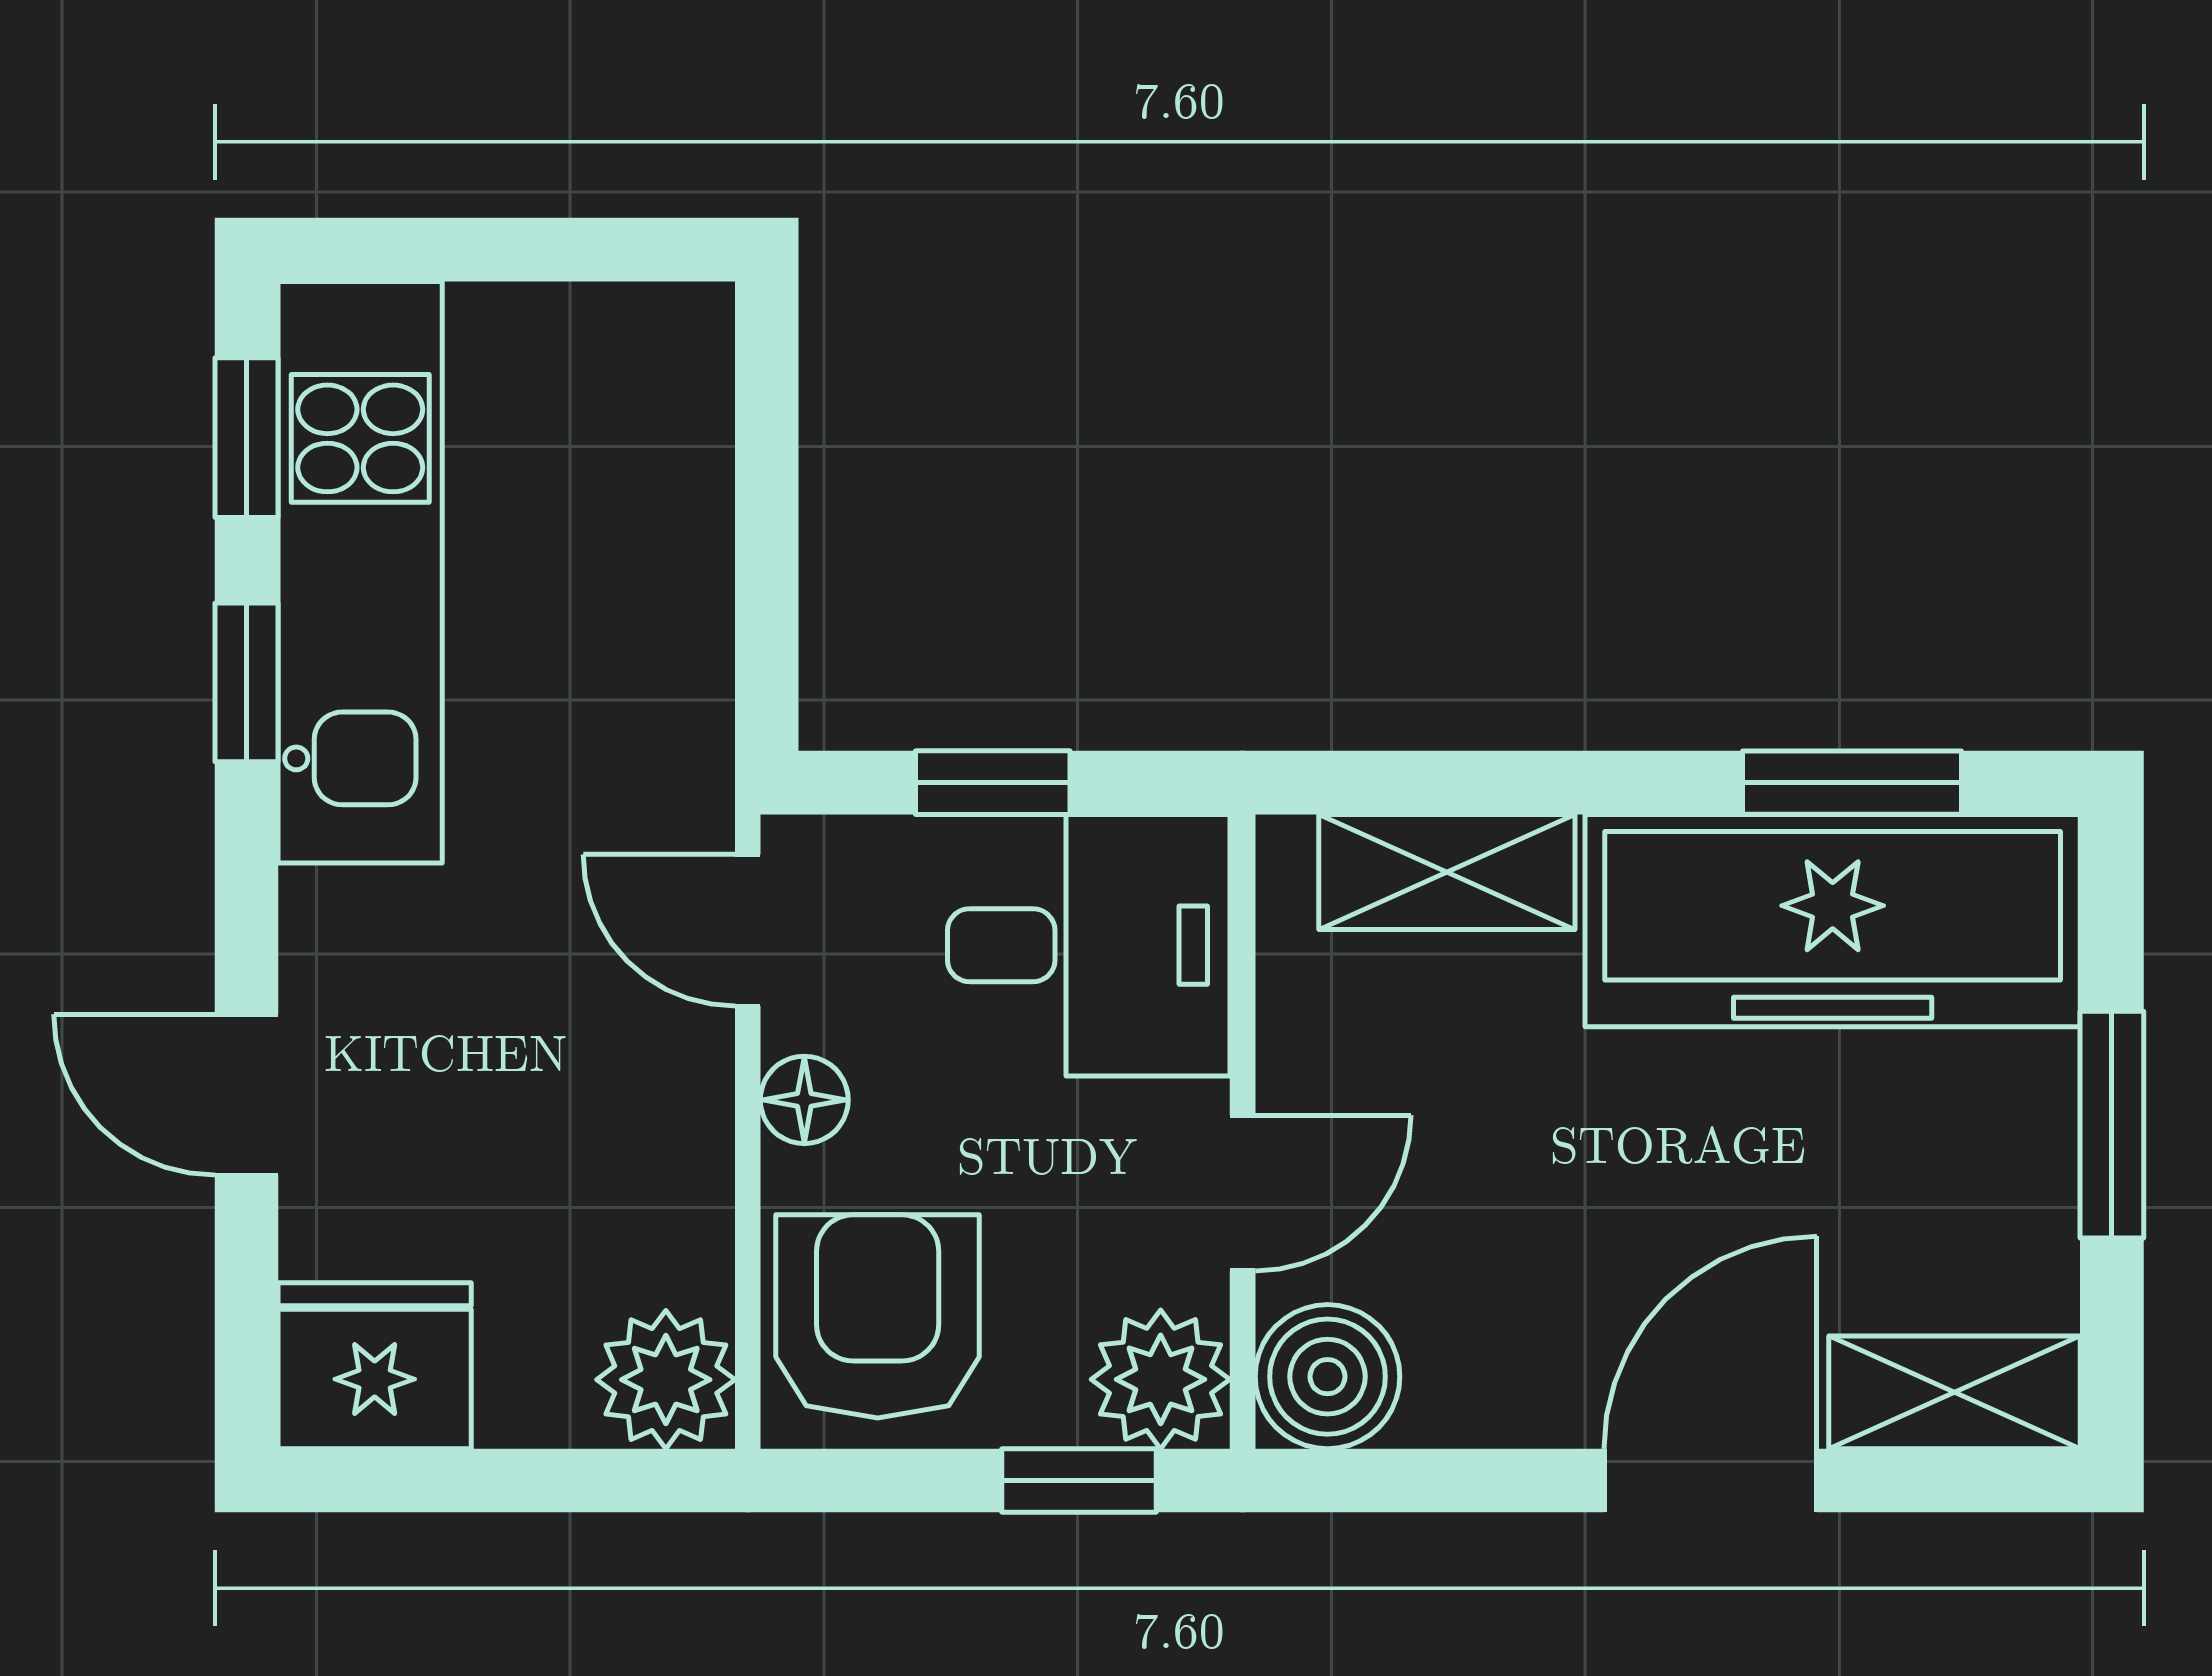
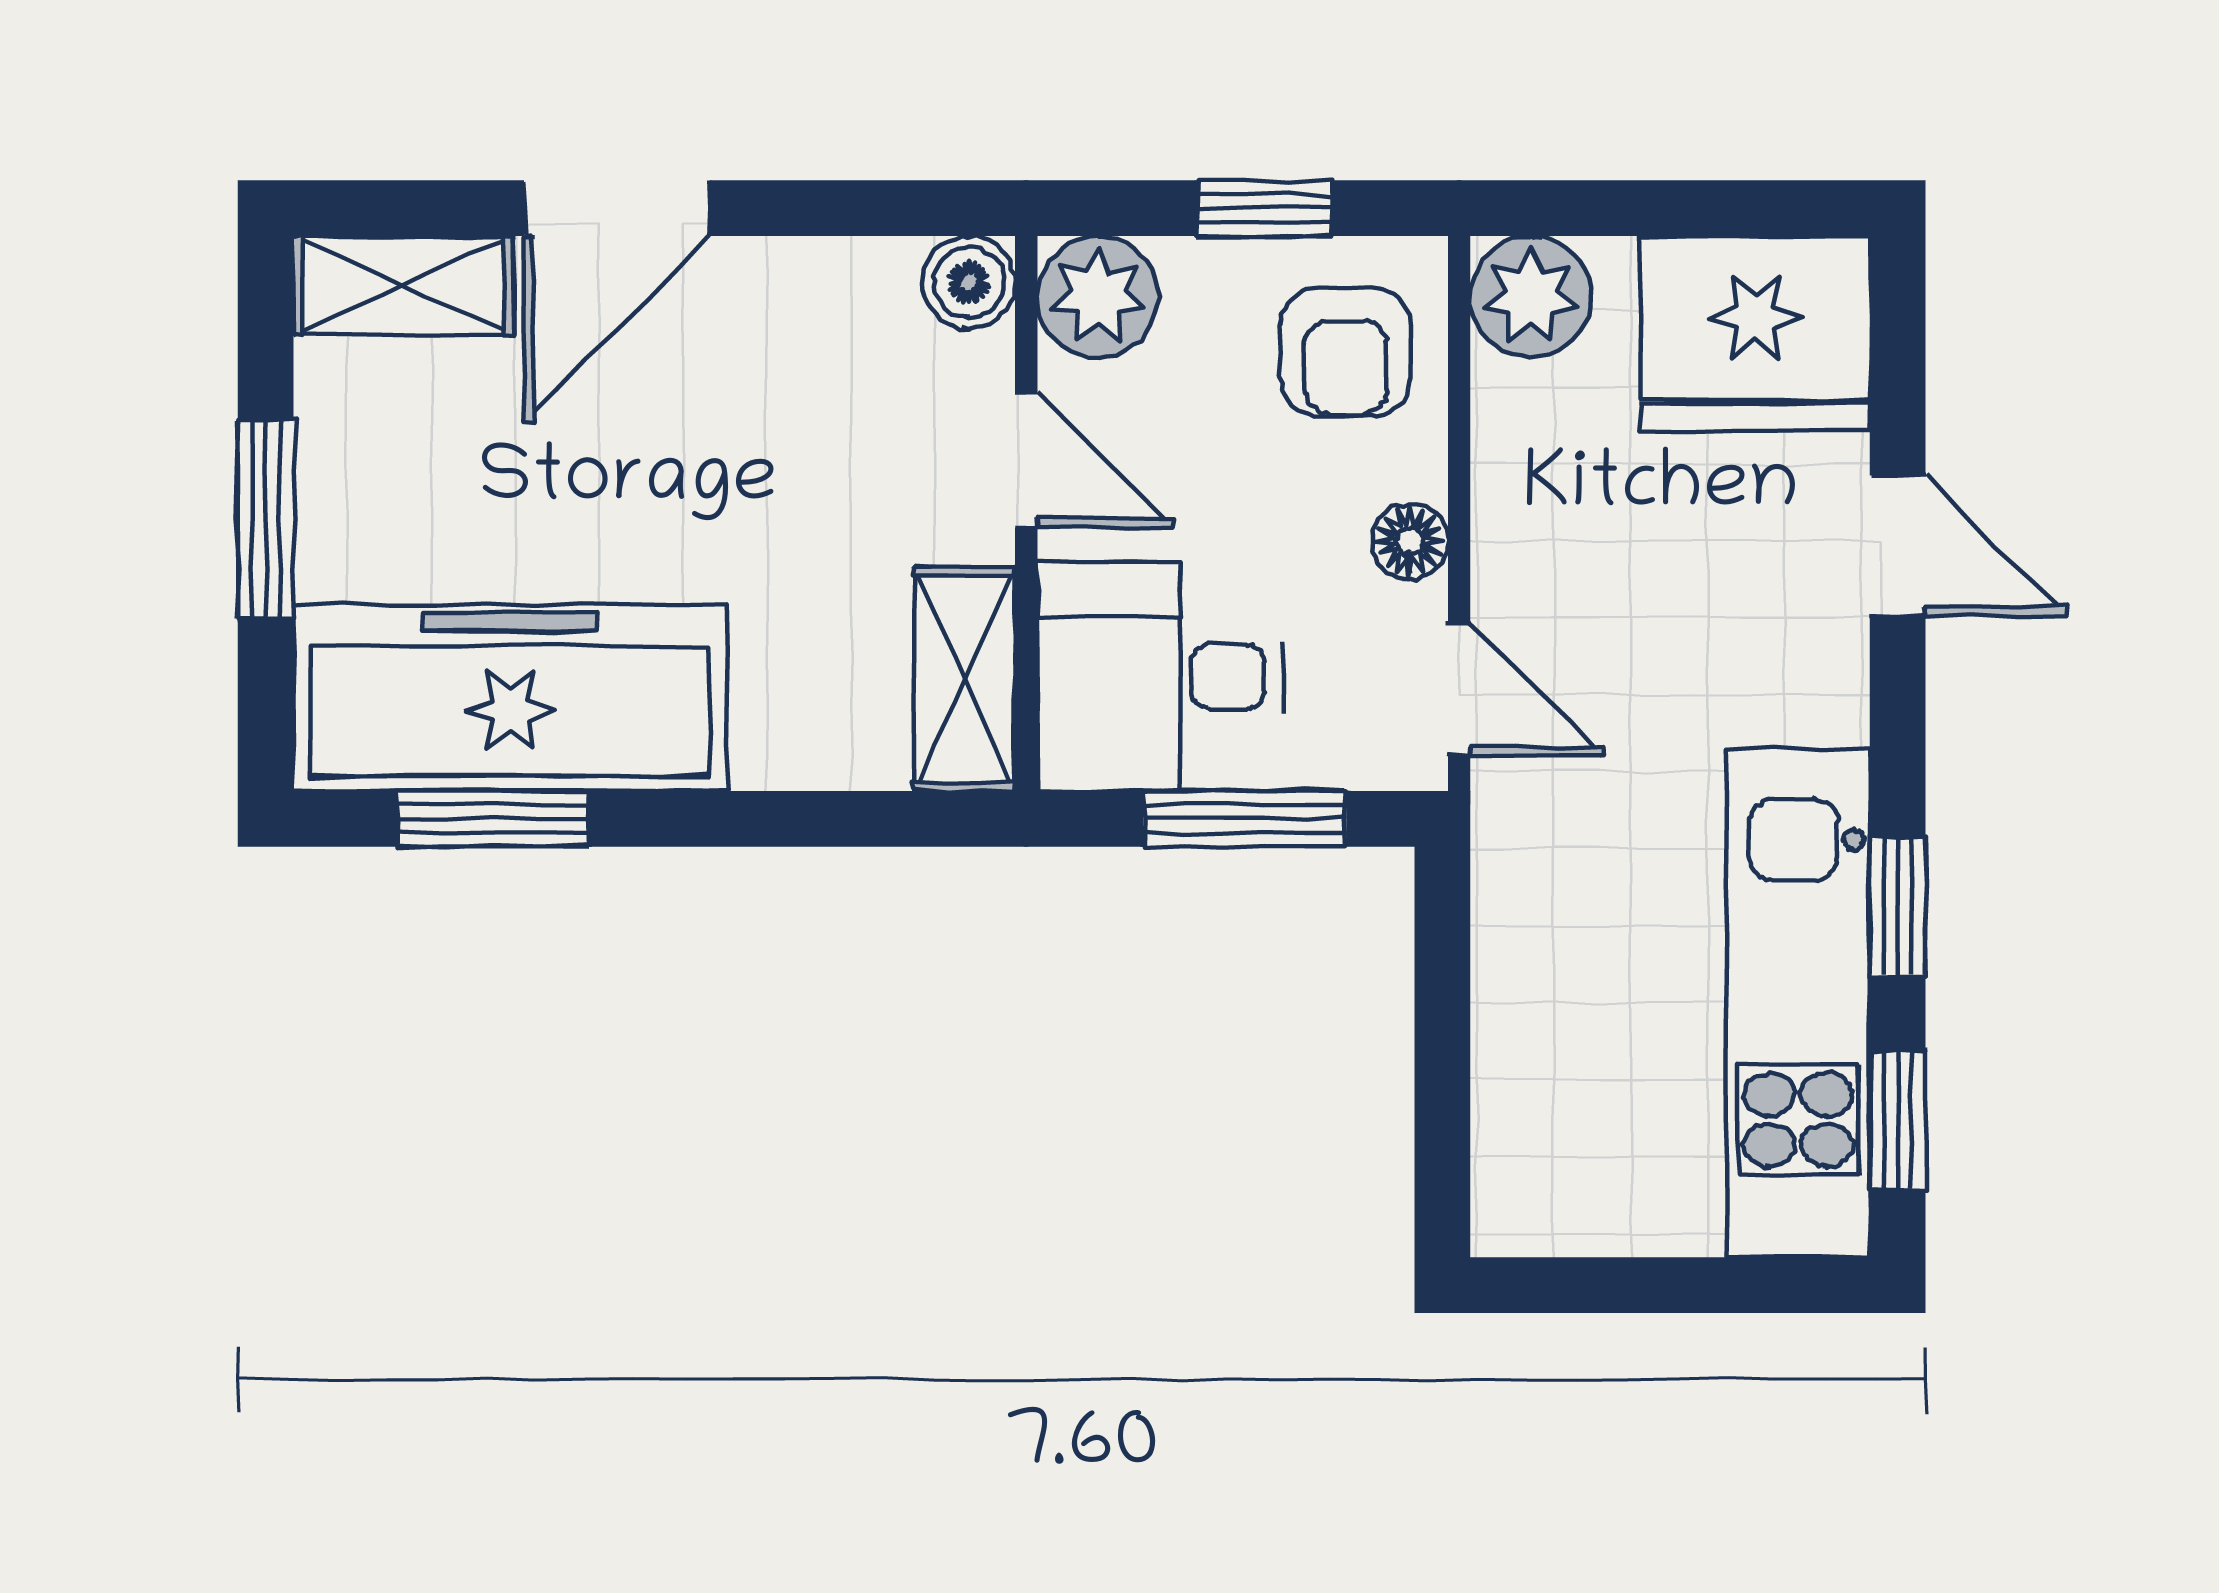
window: (993, 783) -> (1245, 819), width x1.50
shelving: (1447, 872) -> (965, 679), moved, turned 90
door: (1243, 1193) -> (1026, 460), swing flipped
armchair: (878, 1316) -> (1346, 352), width x0.72, depth x0.72
fridge: (375, 1366) -> (1755, 333), width x1.36, depth x1.34
boiler: (1327, 1377) -> (969, 282), width x0.73, depth x0.73
window: (1079, 1481) -> (1265, 208), moved

